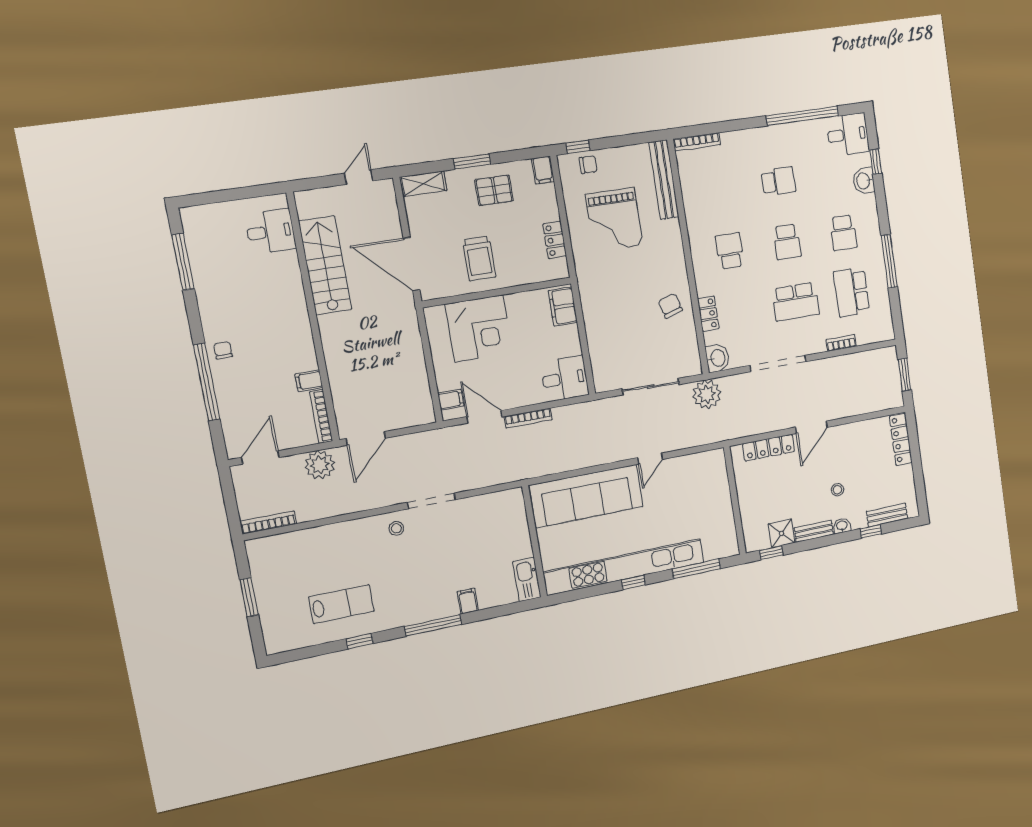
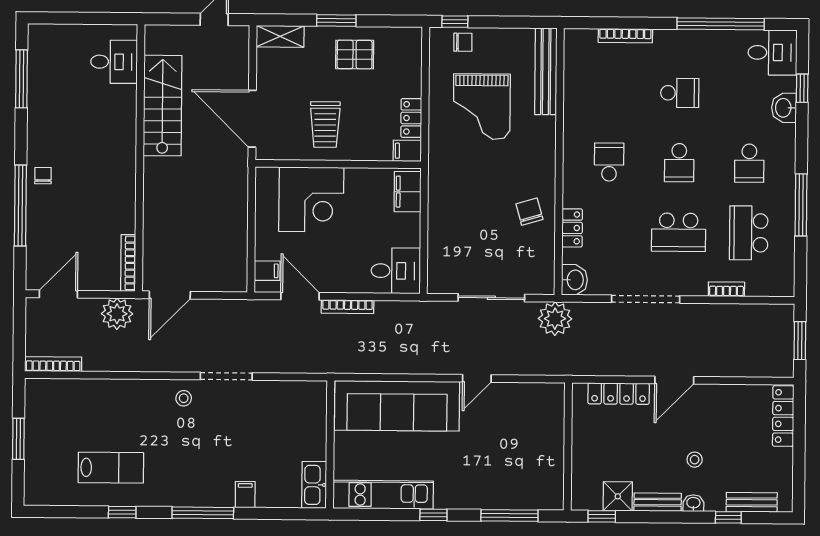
bookcase: (697, 142) -> (625, 36), moved
filing cabinet: (543, 170) -> (407, 151), moved, turned 90
filing cabinet: (309, 381) -> (123, 223), removed
kitchen unit: (624, 567) -> (383, 495), width x0.54

